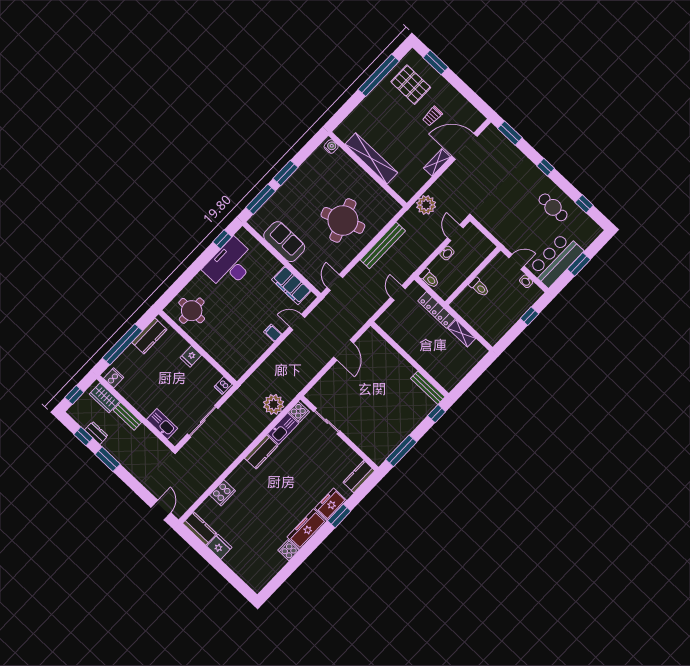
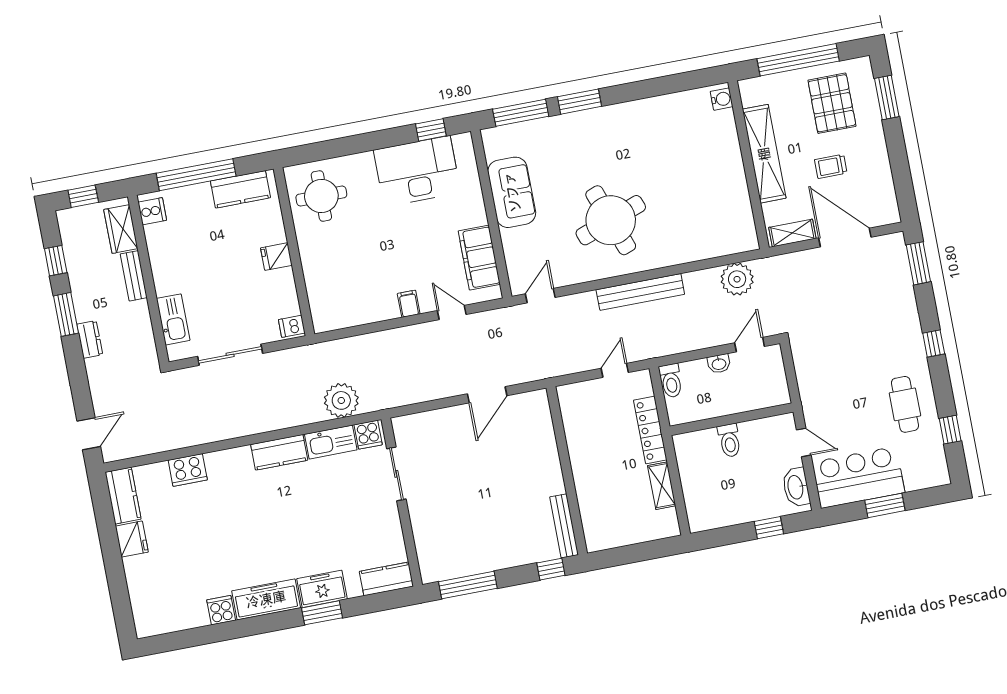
water cooler: (331, 146) -> (722, 99), moved
shelving: (371, 158) -> (764, 154), moved
wall: (368, 169) -> (749, 165), moved
washbasin: (526, 281) -> (796, 487), width x1.91, depth x1.45
dresser: (96, 433) -> (90, 339), moved

